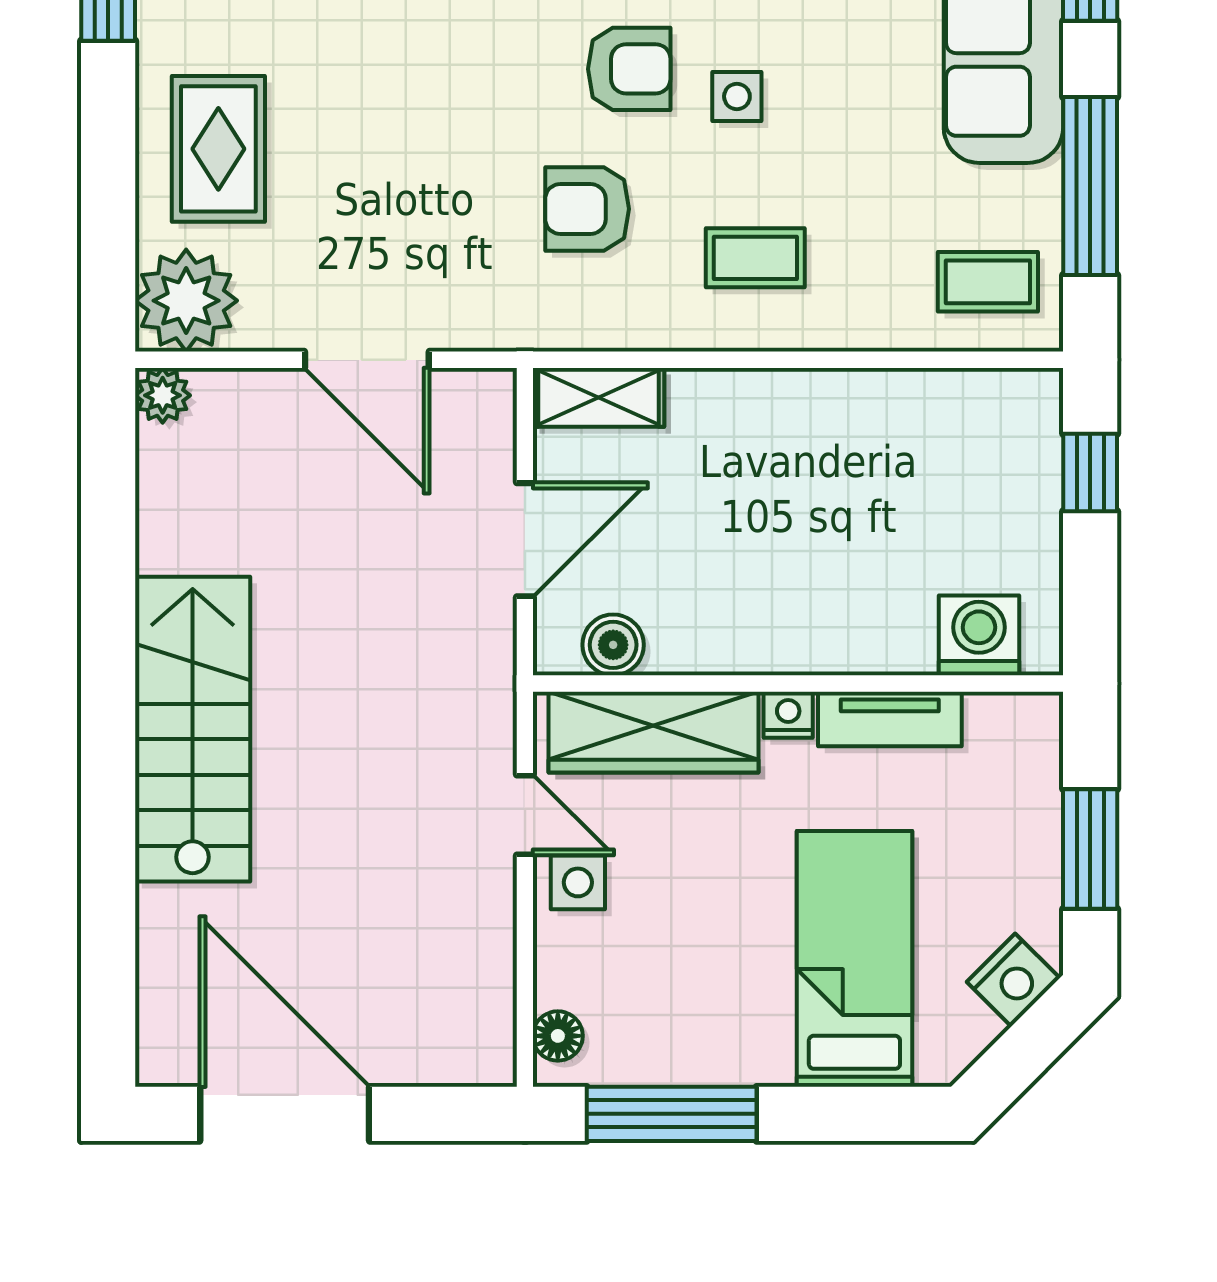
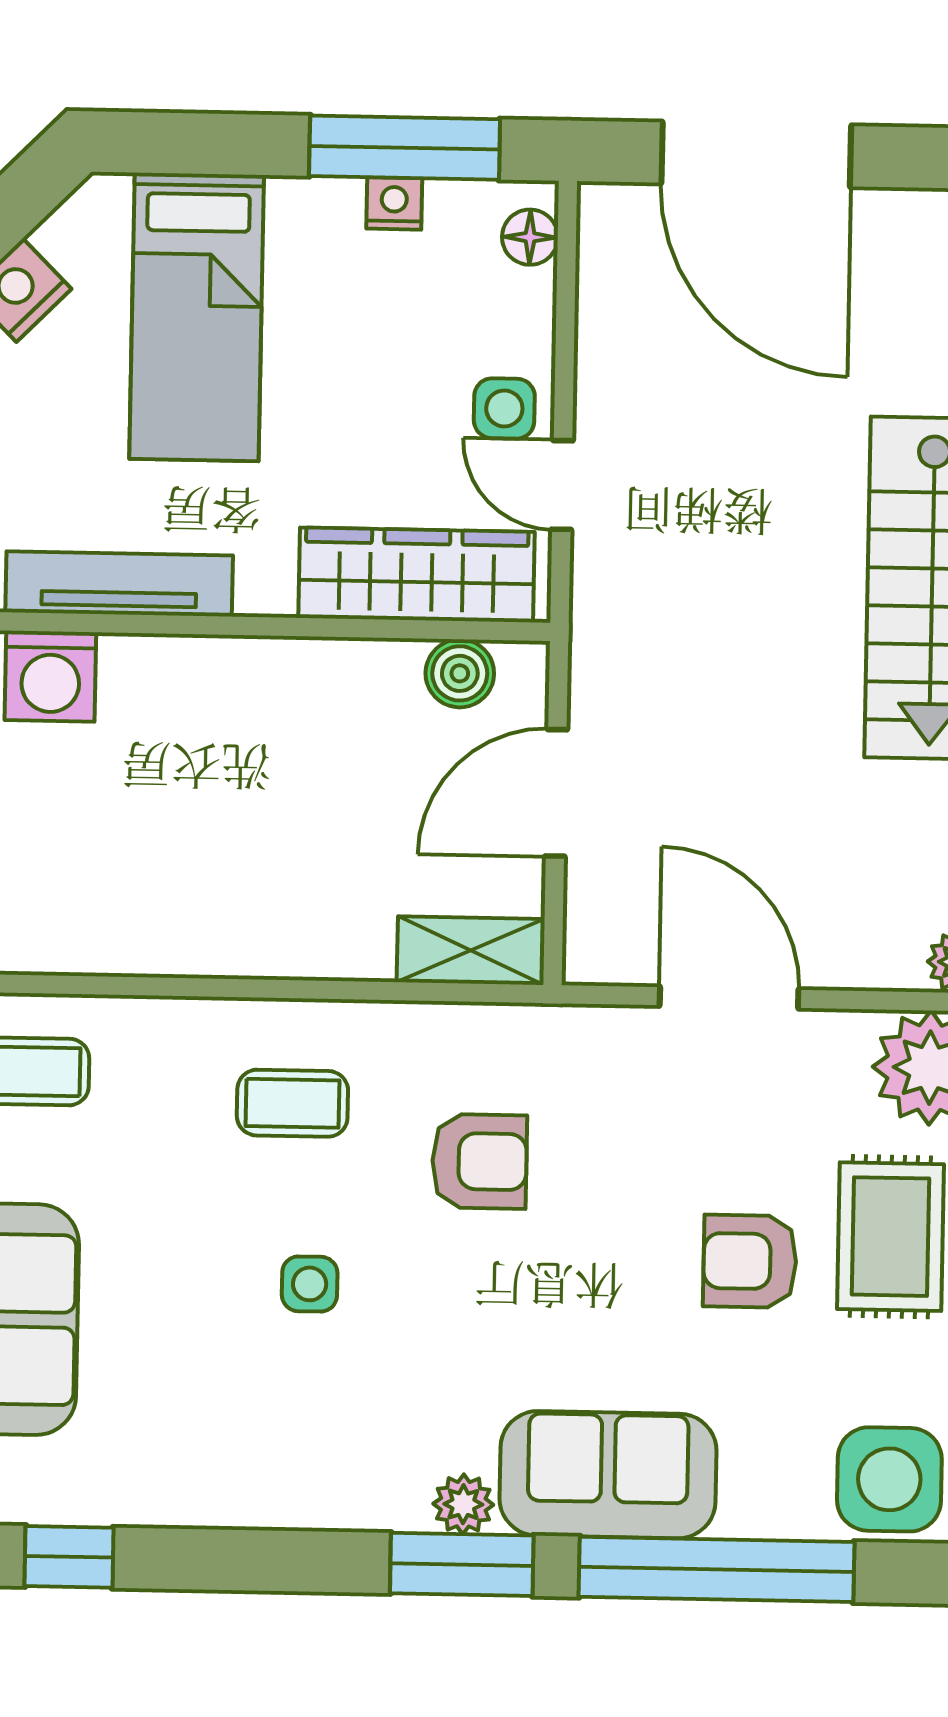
armchair: (629, 69) -> (750, 1261), moved
nightstand: (788, 715) -> (394, 203), moved, turned 180
tv unit: (890, 719) -> (119, 584), width x1.41
door: (285, 1114) -> (756, 154), moved

